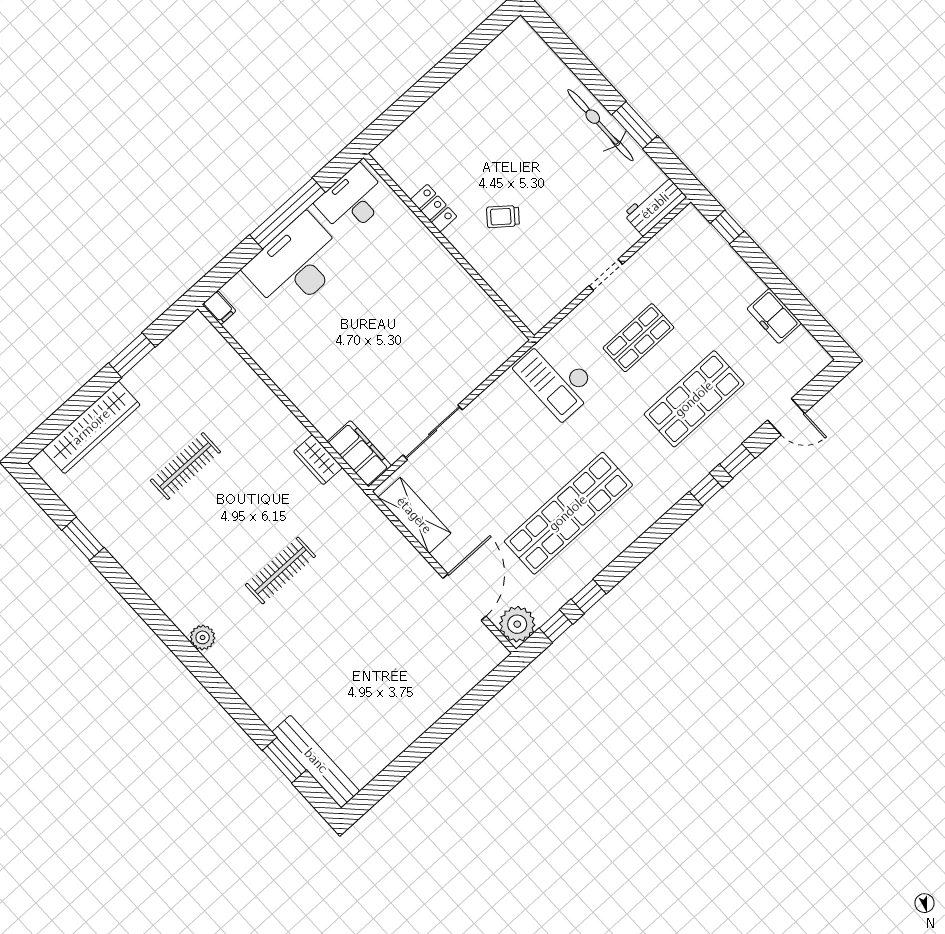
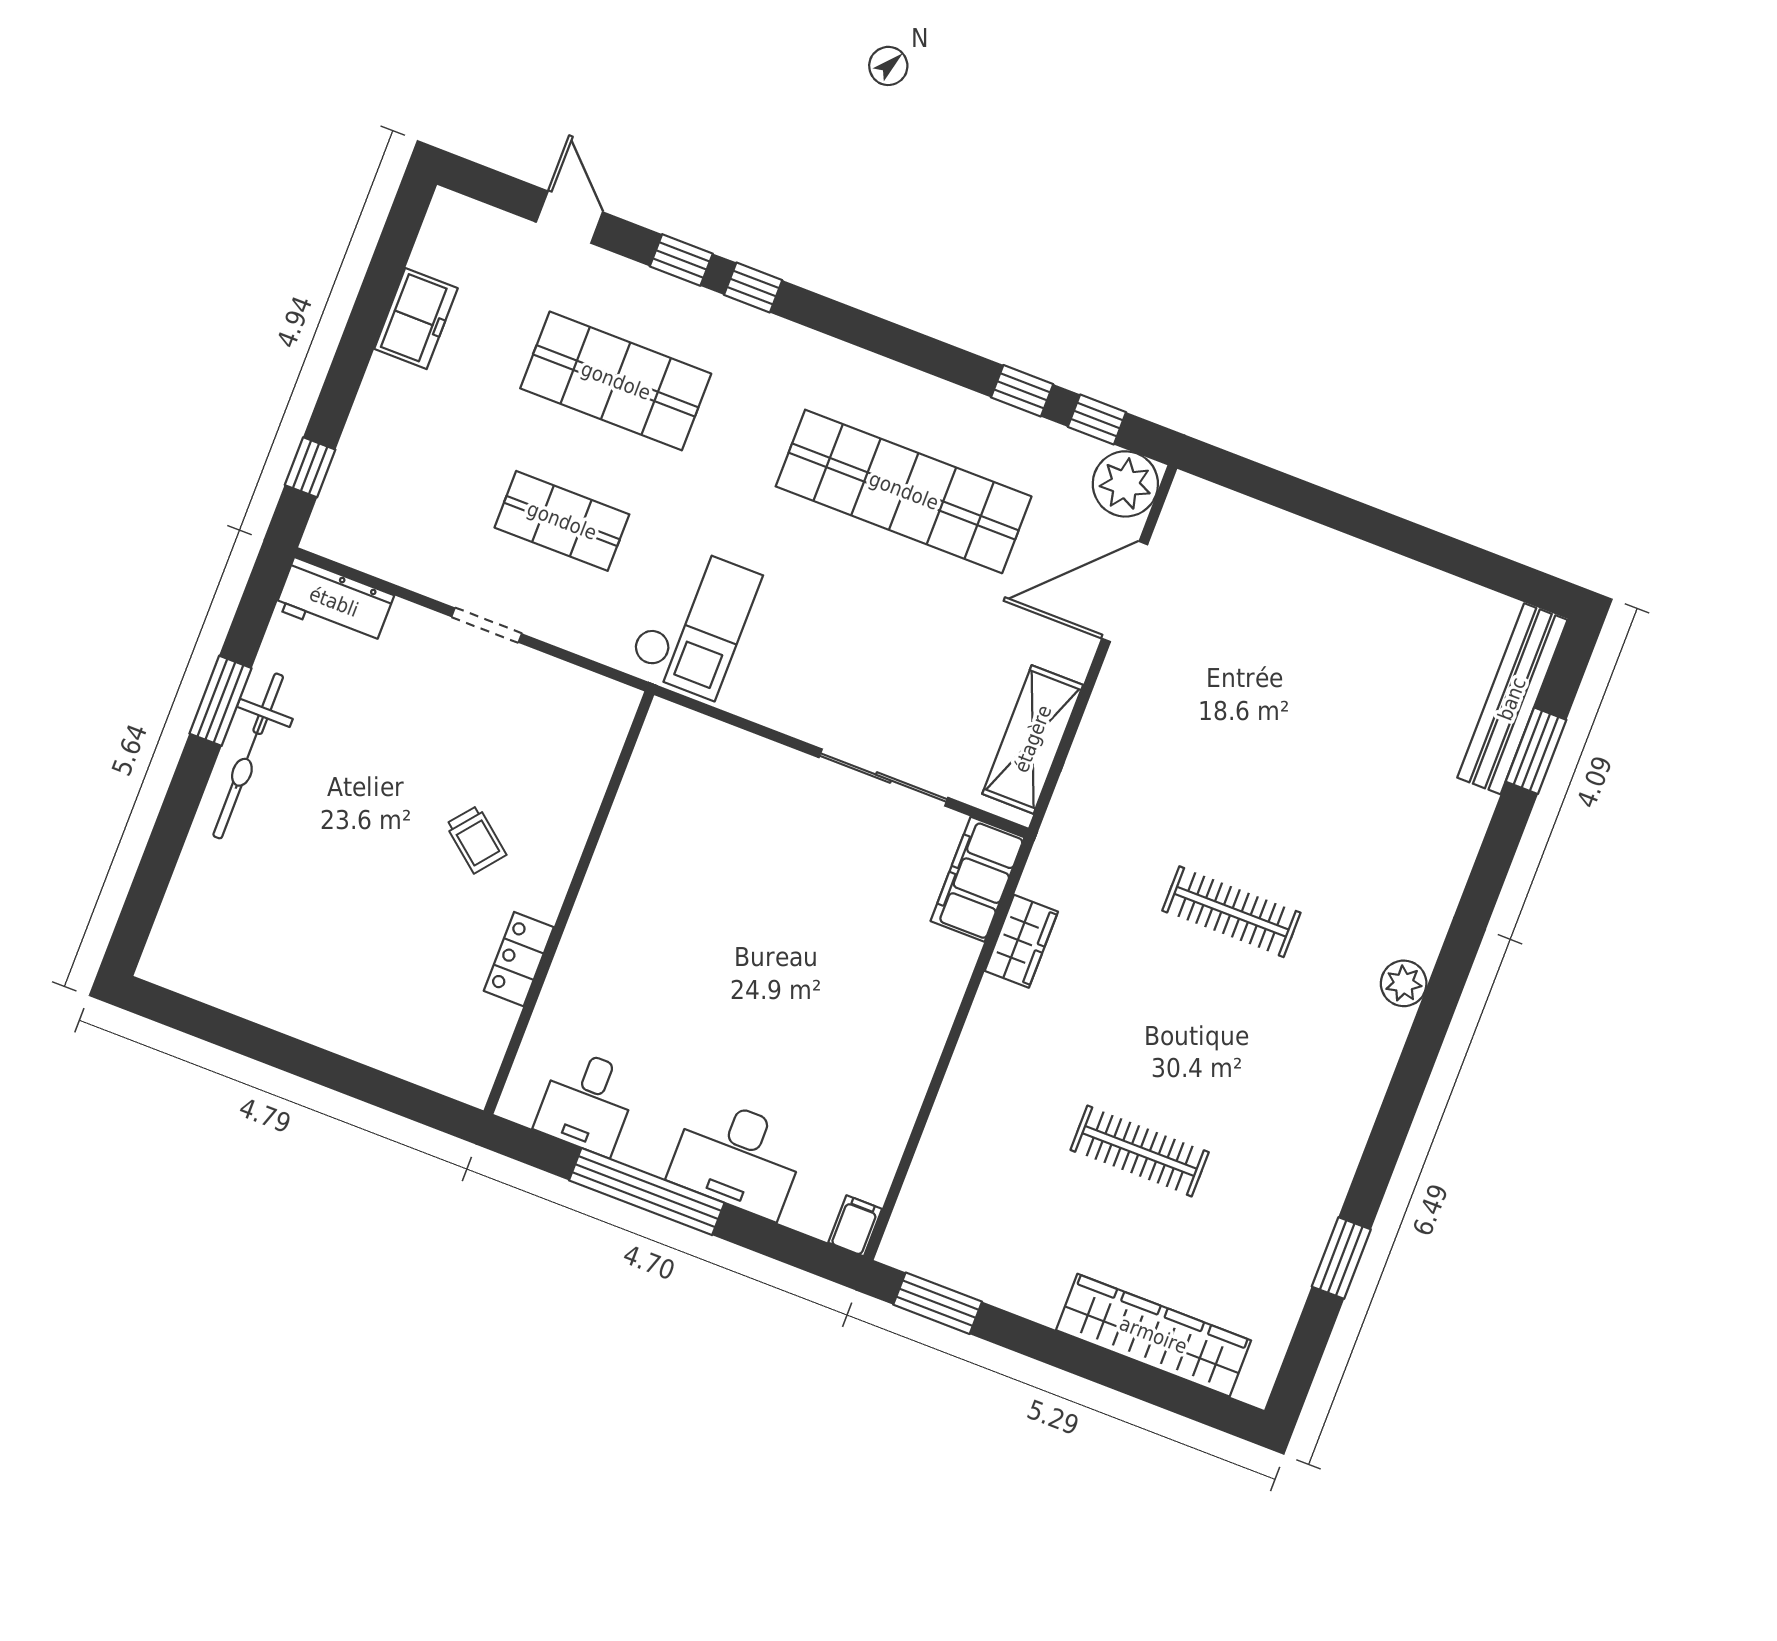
desk: (353, 201) -> (587, 1102), width x0.73
desk: (296, 264) -> (737, 1157), width x0.73, depth x0.77
window: (132, 355) -> (938, 1303), moved

